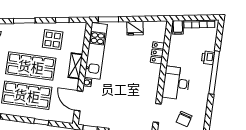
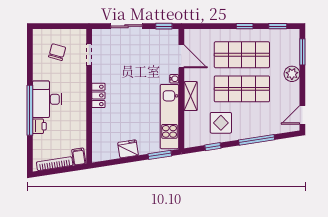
window: (24, 21) -> (257, 140), width x1.44
locker: (157, 53) -> (98, 95), moved
desk: (176, 83) -> (47, 99), moved, turned 180
window: (41, 122) -> (245, 26), moved

